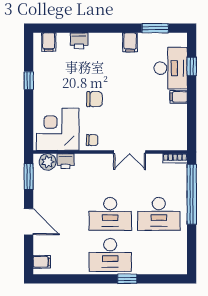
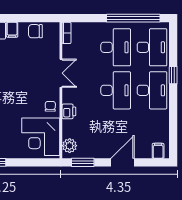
chair: (94, 99) -> (35, 31), moved, turned -90
printer: (65, 161) -> (69, 111), moved
window: (192, 194) -> (133, 18), moved
desk: (159, 255) -> (152, 47), added

